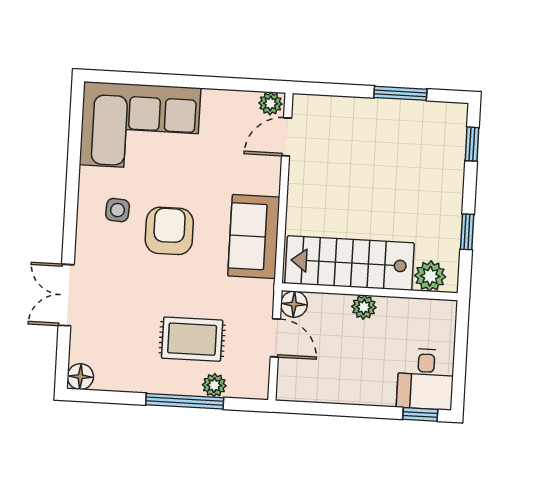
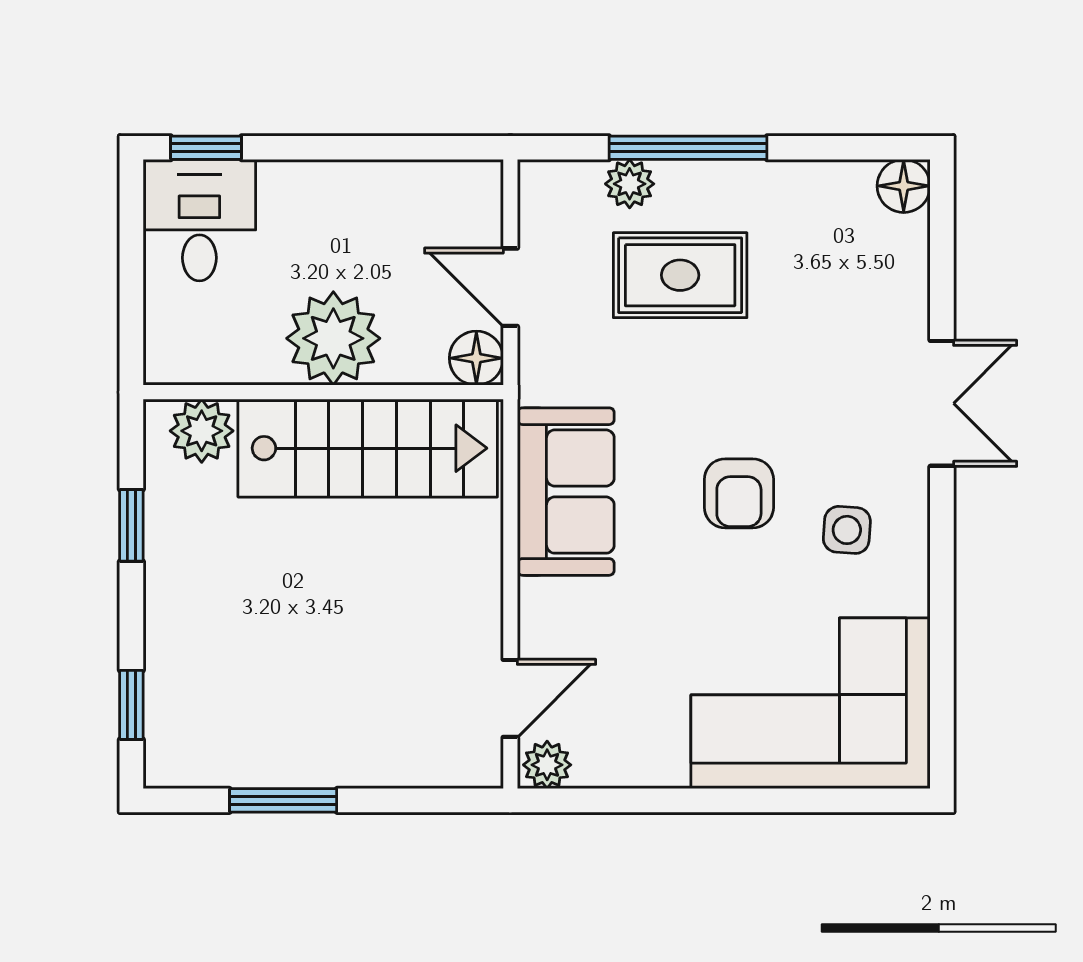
armchair: (169, 231) -> (739, 493), width x0.72, depth x0.72
double door: (66, 295) -> (942, 403), moved
plant: (364, 307) -> (333, 338), width x1.88, depth x1.88

